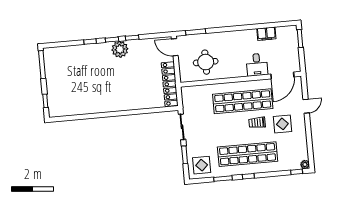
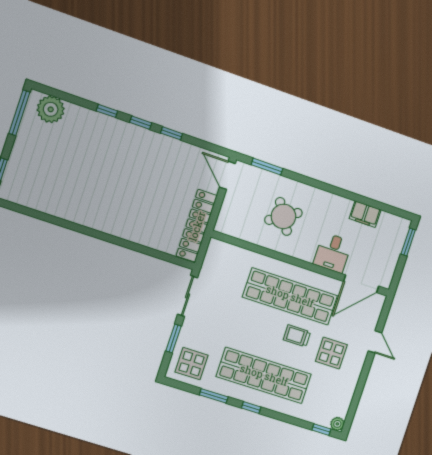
plant: (120, 49) -> (51, 109), moved
round table: (206, 62) -> (283, 216), moved, turned -32
door: (306, 106) -> (375, 342), hinge flipped

